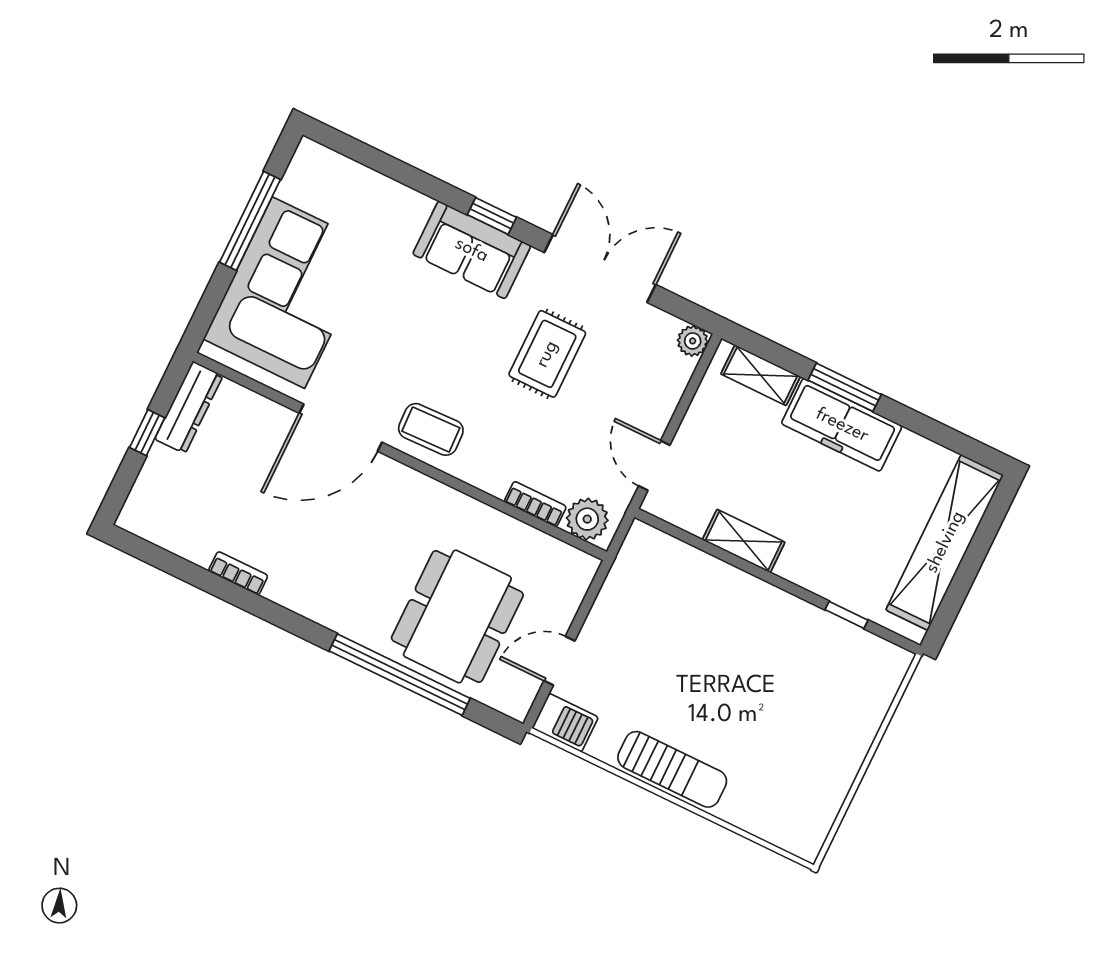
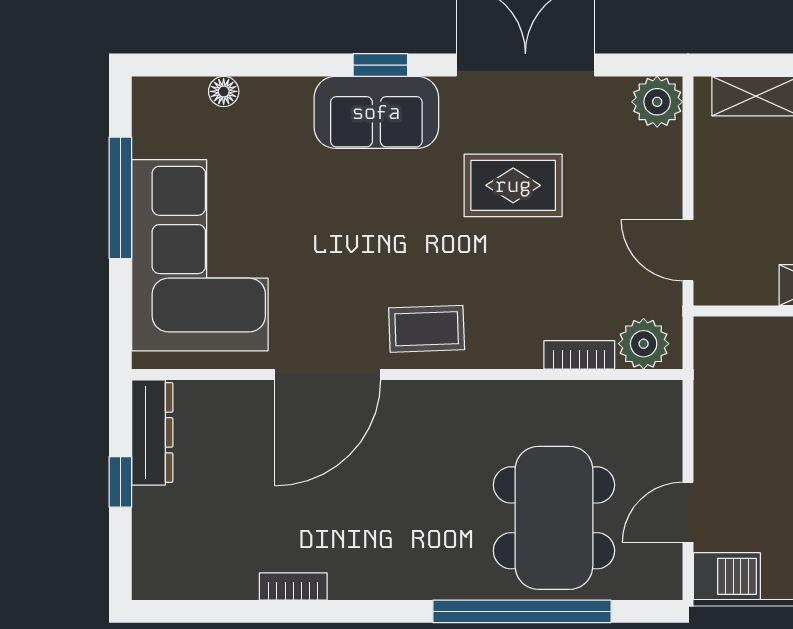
floor lamp: (365, 179) -> (224, 91), added
plant: (693, 341) -> (657, 102), width x1.38, depth x1.38
rug: (547, 354) -> (513, 185), turned 90

